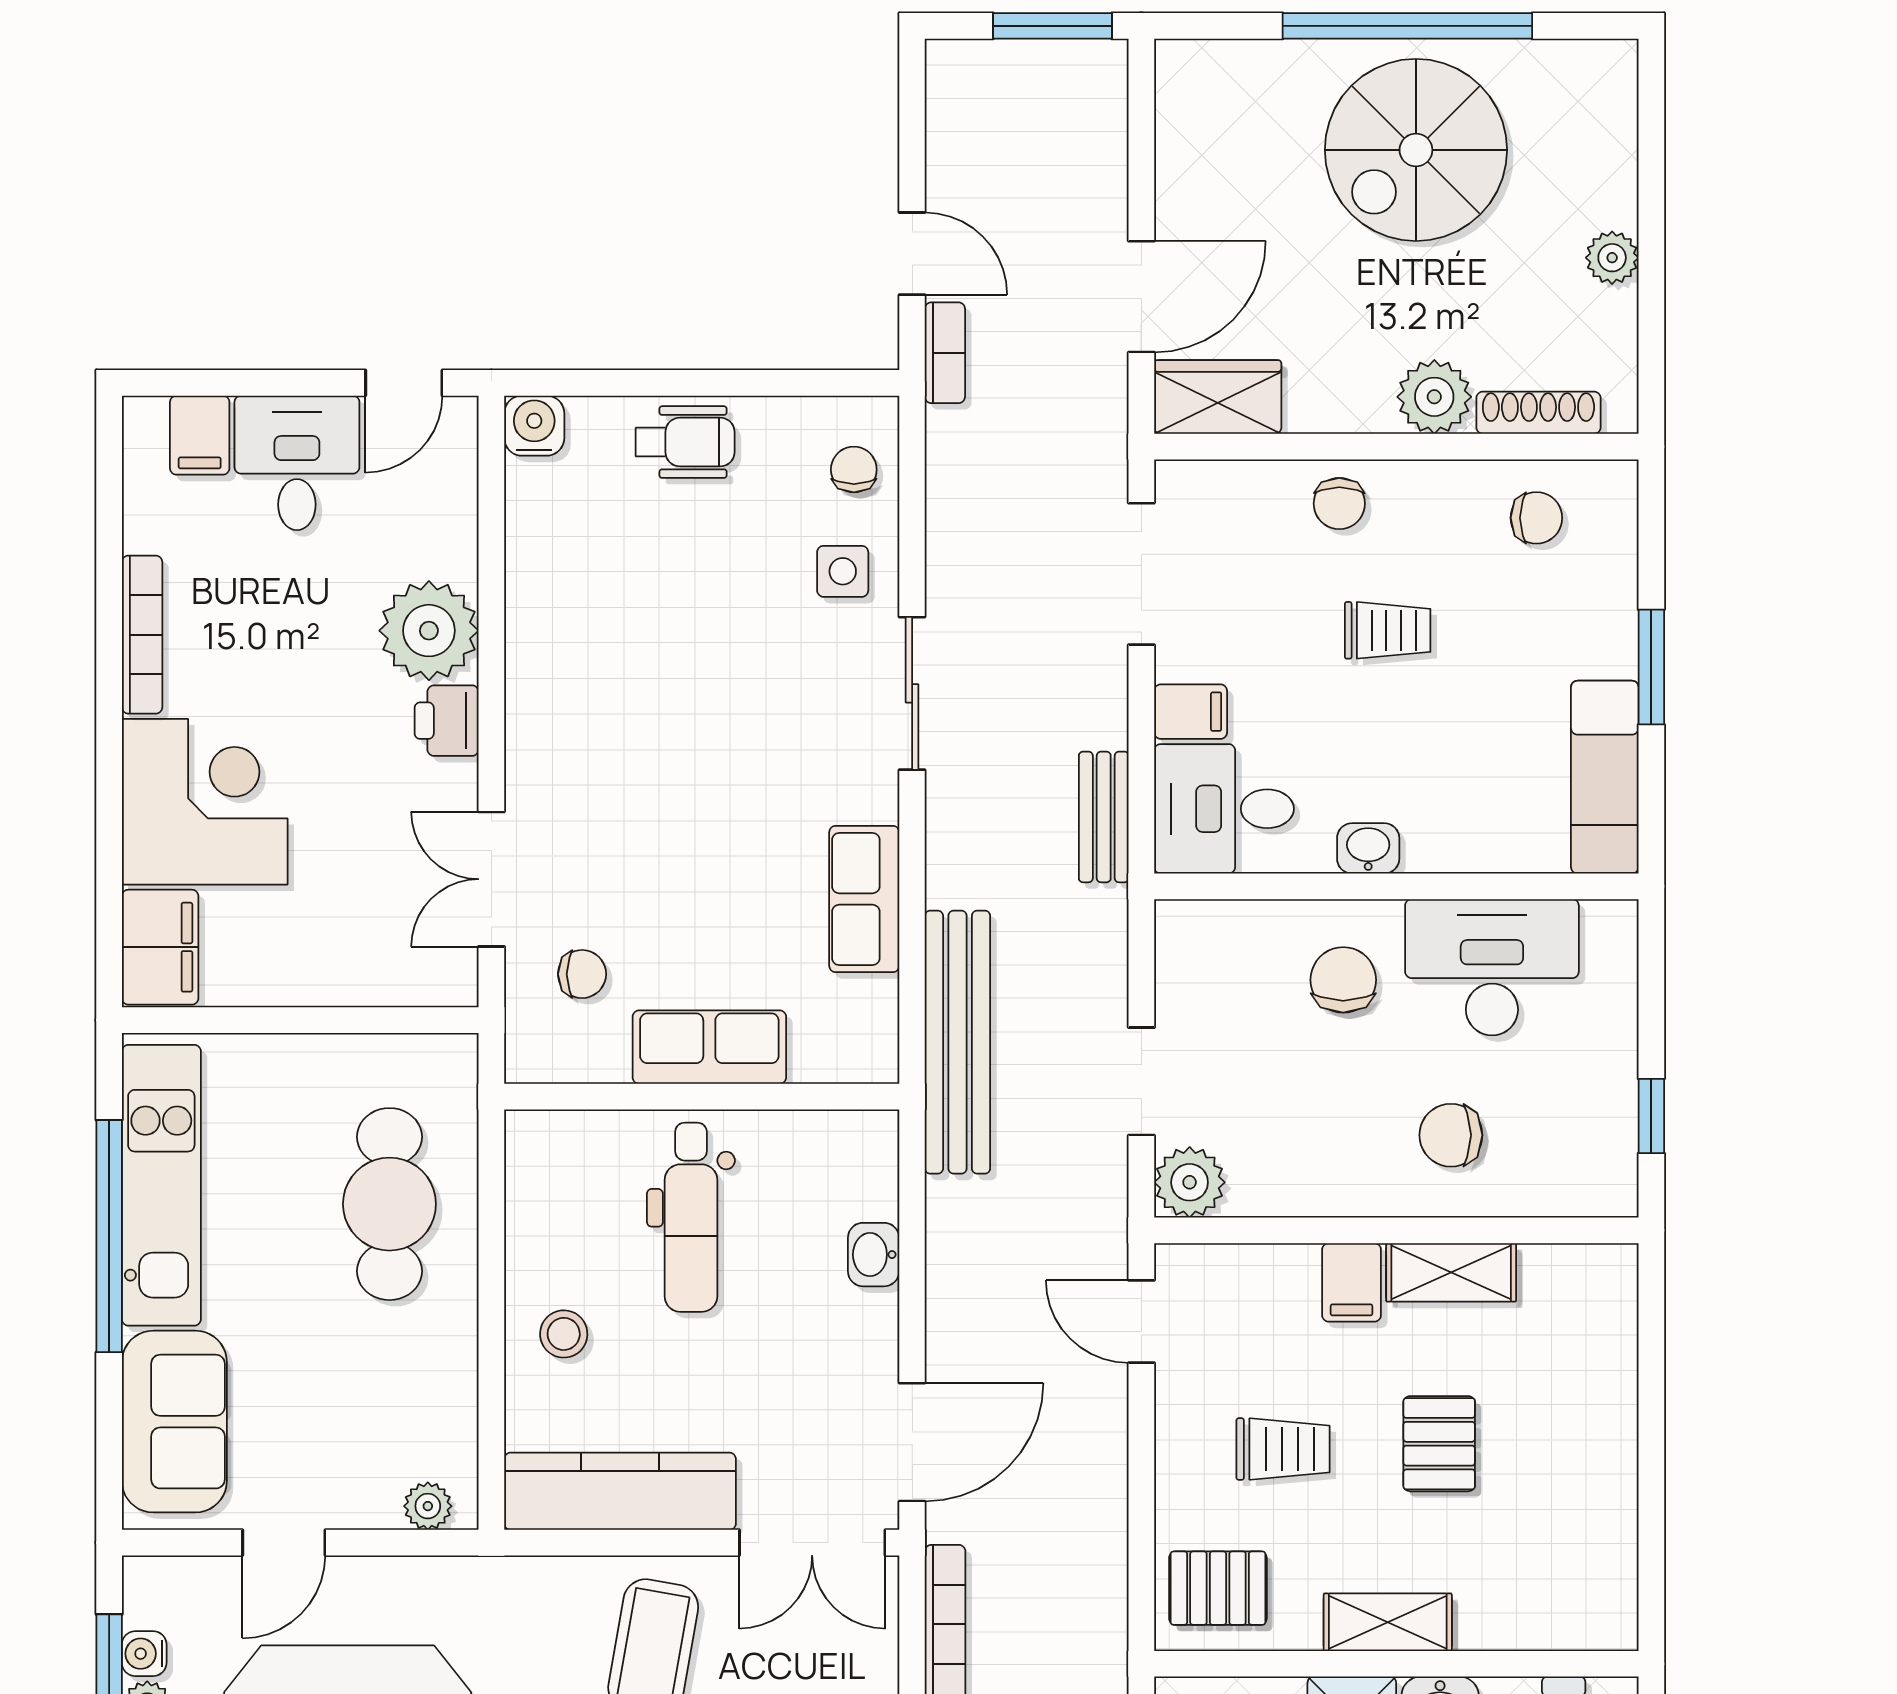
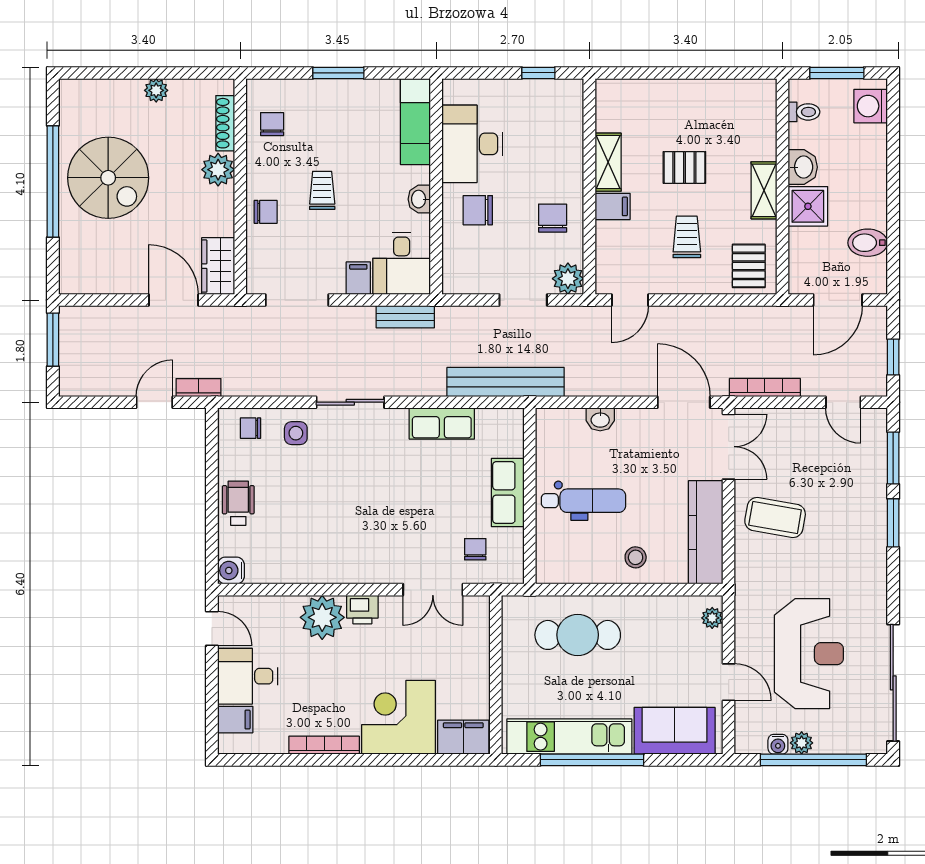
exam couch: (1605, 777) -> (415, 122), moved, turned 90
chair: (1451, 1135) -> (553, 218), moved, turned 180

